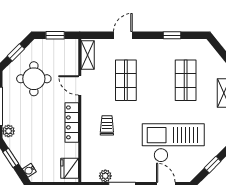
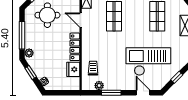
trolley: (107, 125) -> (93, 68), moved
fridge: (70, 168) -> (73, 69), moved

